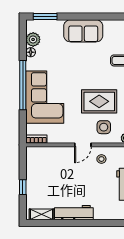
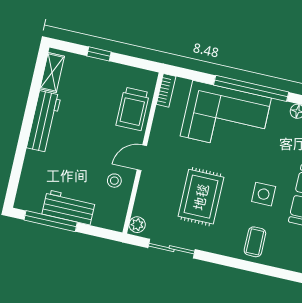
side table: (104, 127) -> (264, 194), moved
door: (83, 145) -> (142, 158), hinge flipped
trolley: (53, 158) -> (133, 109), added

